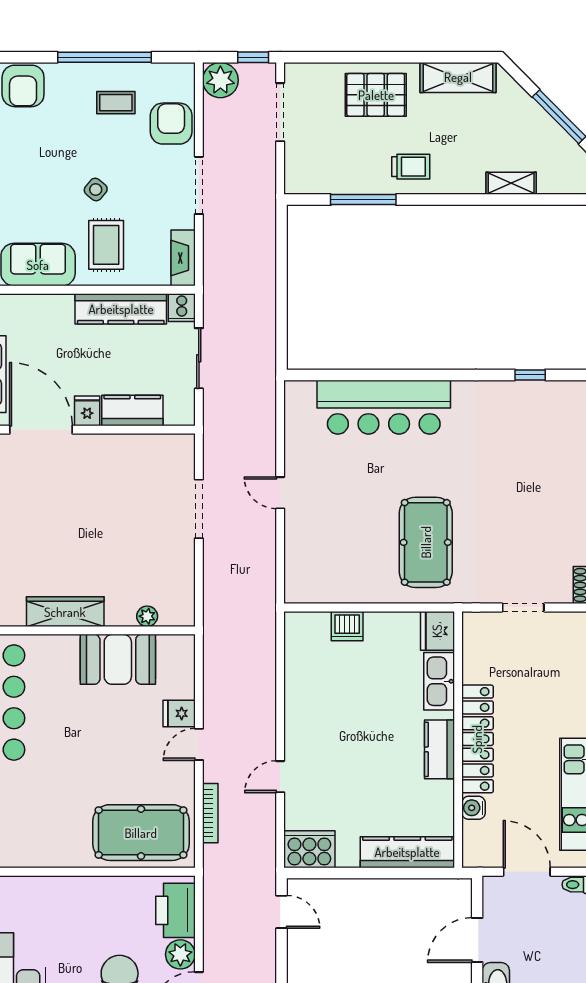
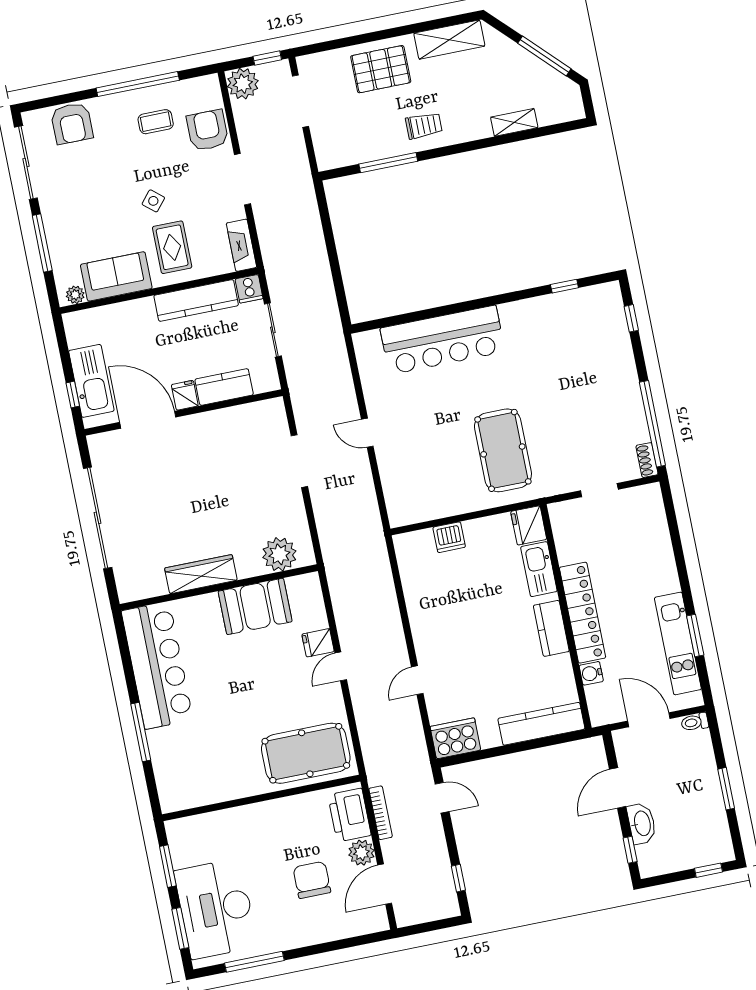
plant: (147, 616) -> (279, 554), width x1.88, depth x1.88
bookcase: (210, 813) -> (381, 813), moved

